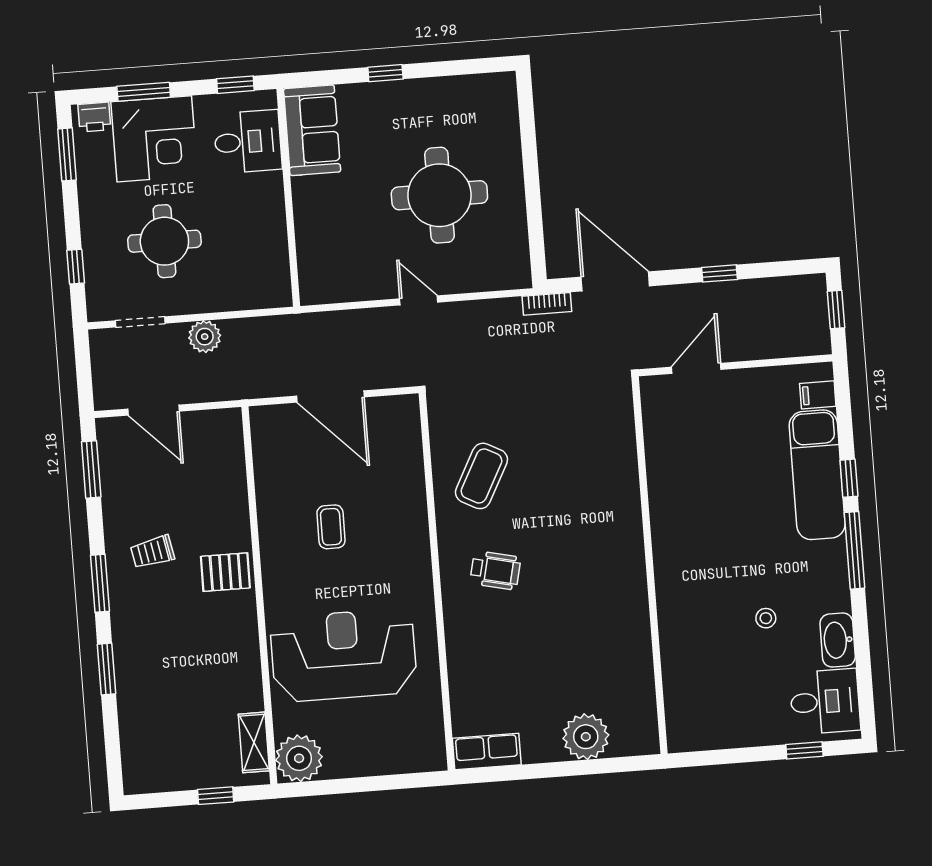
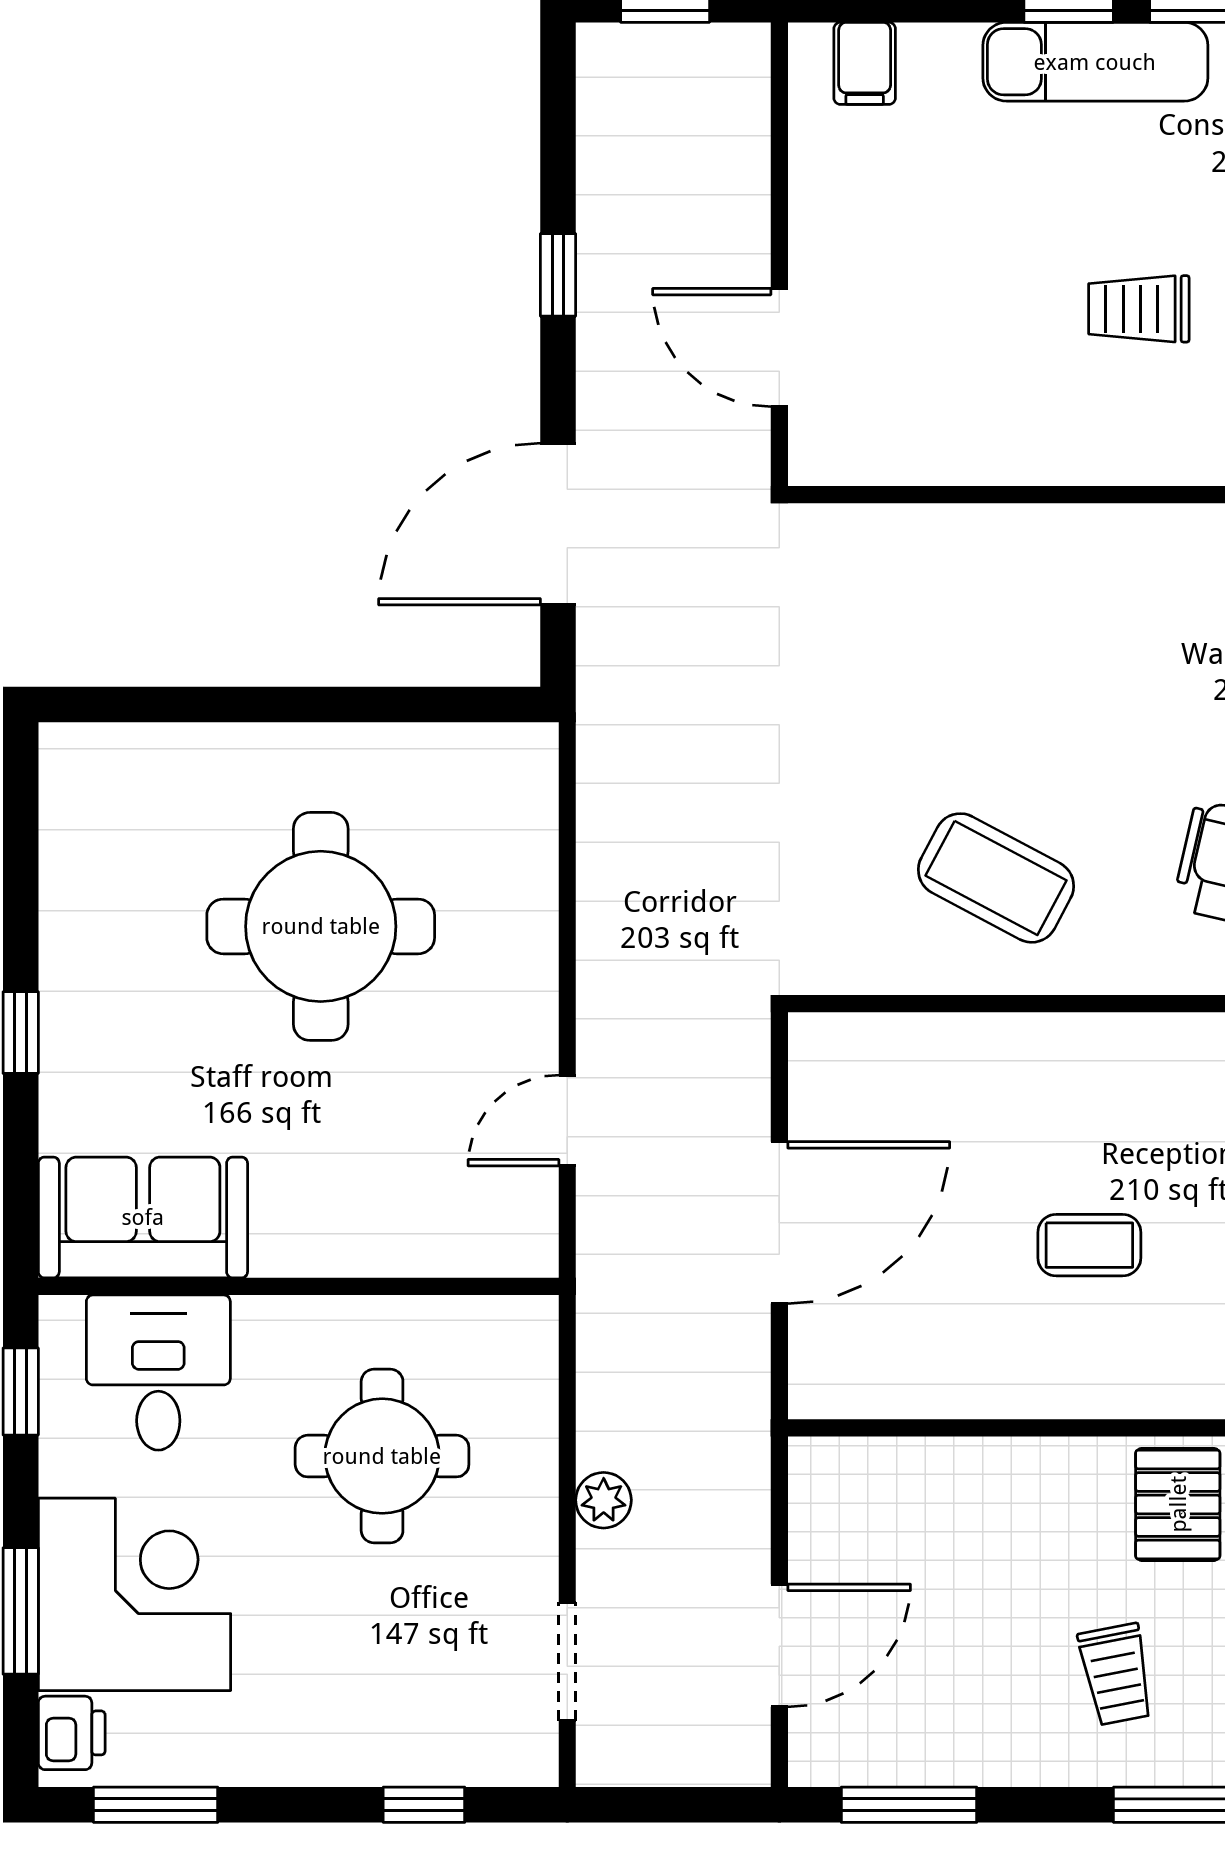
round table: (164, 241) -> (382, 1456), moved
door: (419, 300) -> (567, 1120), moved
bookcase: (547, 304) -> (599, 691), removed
plant: (205, 337) -> (604, 1500), width x0.73, depth x0.73
exam couch: (817, 475) -> (1095, 62), width x0.73, depth x0.69
trolley: (724, 517) -> (1139, 309), added

